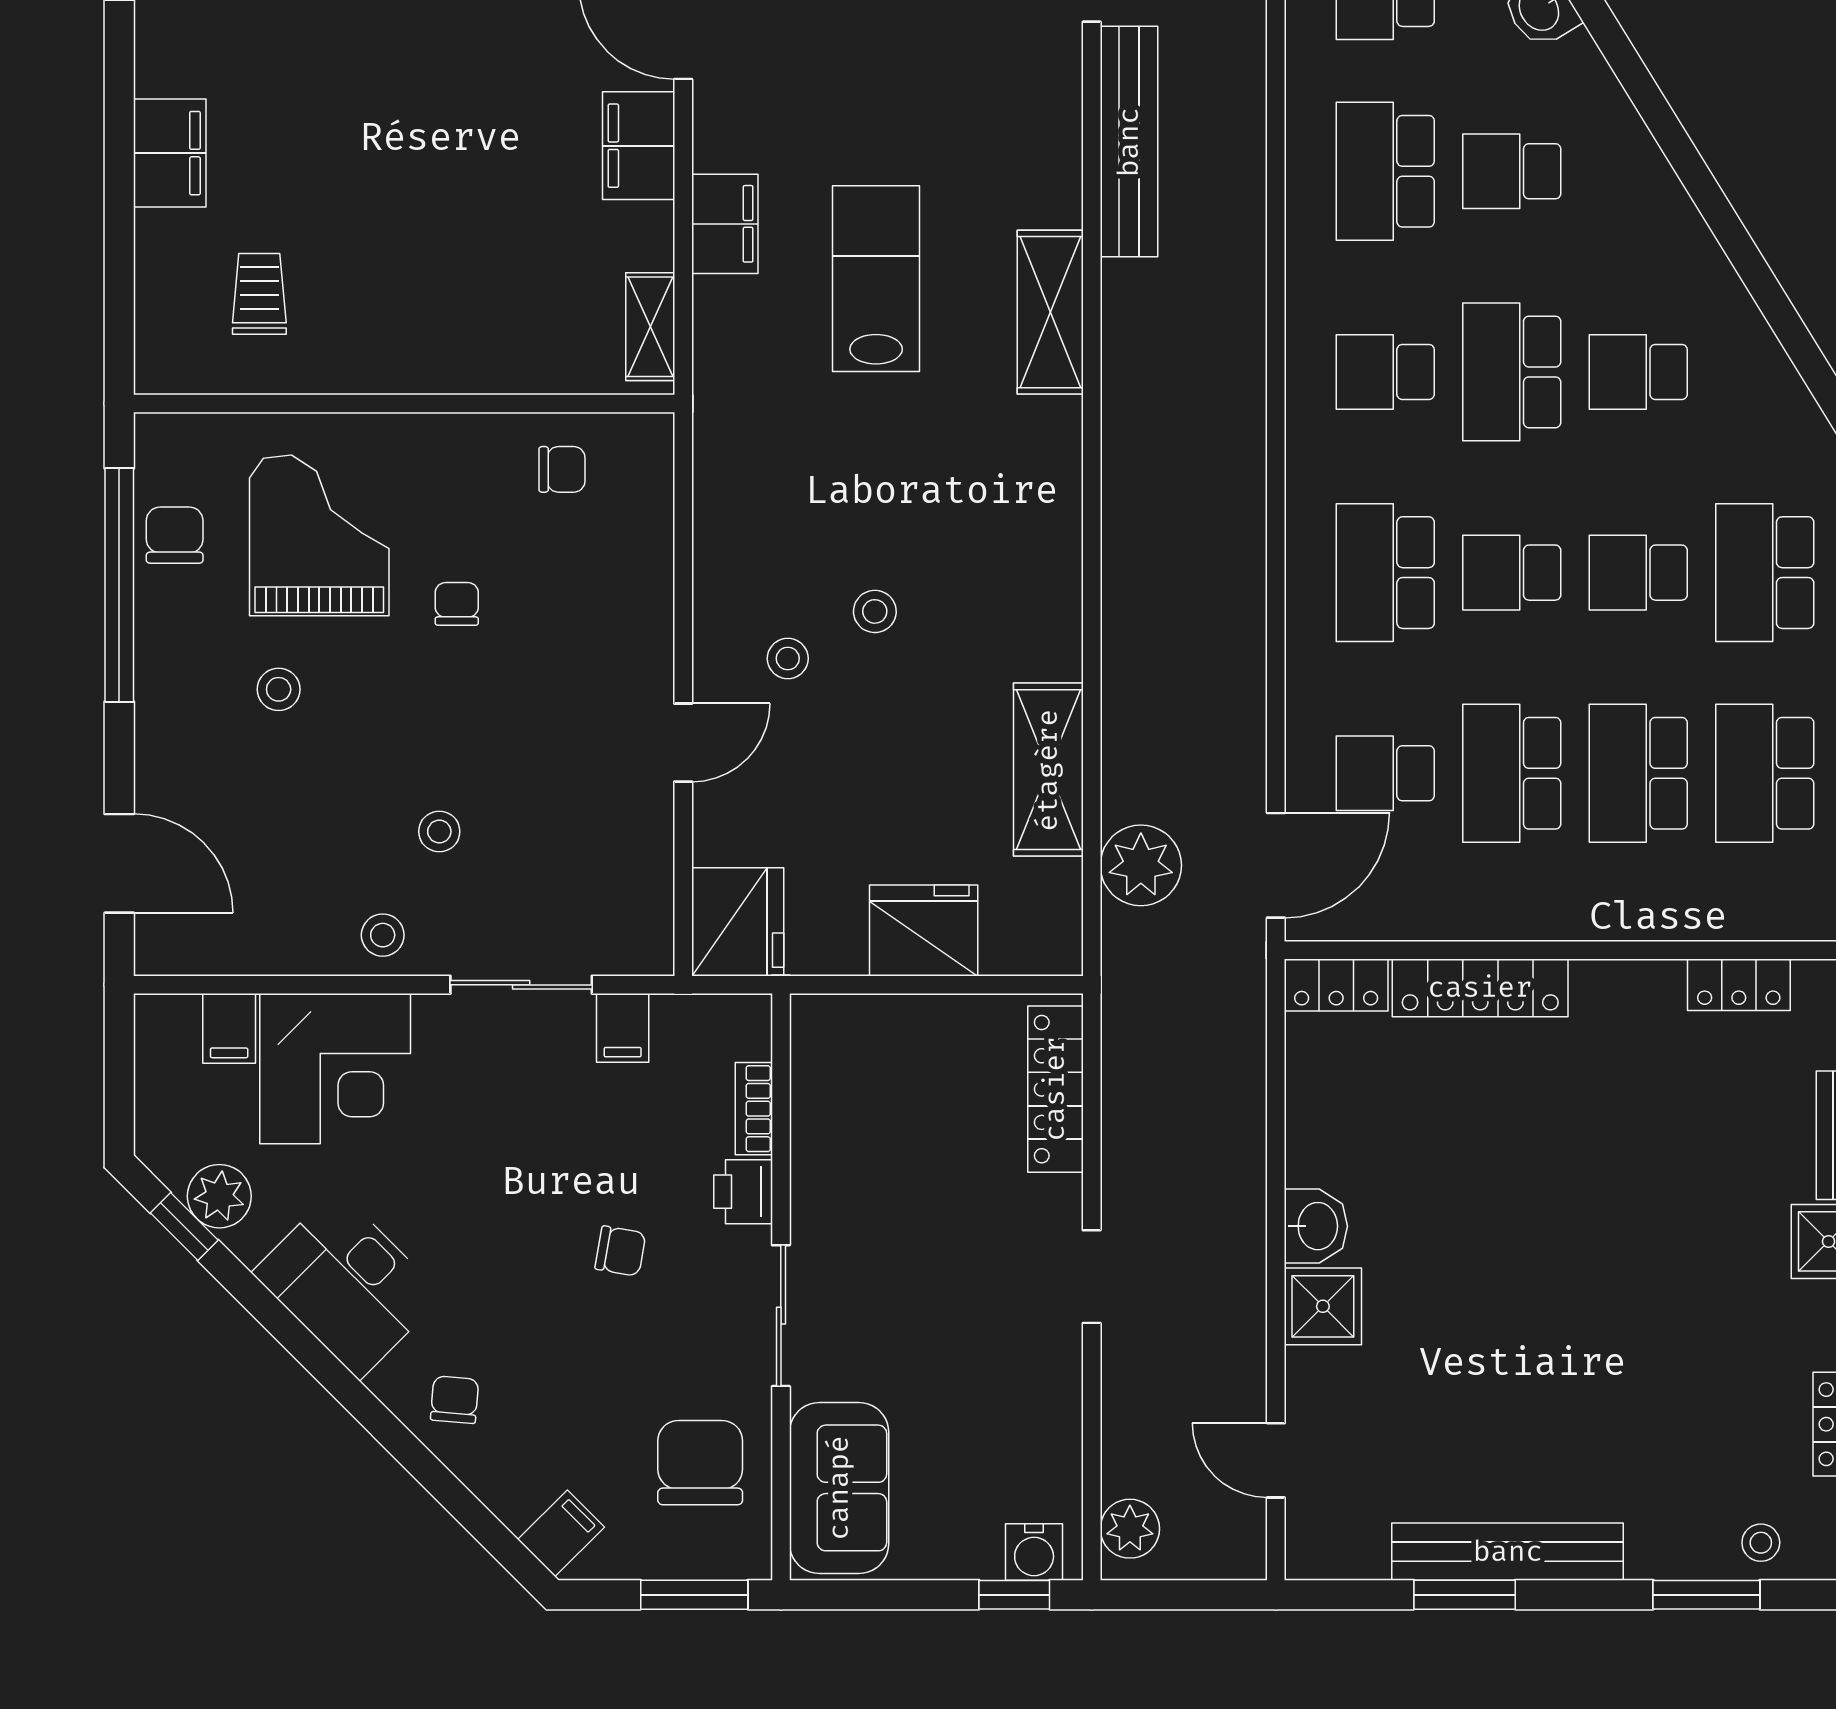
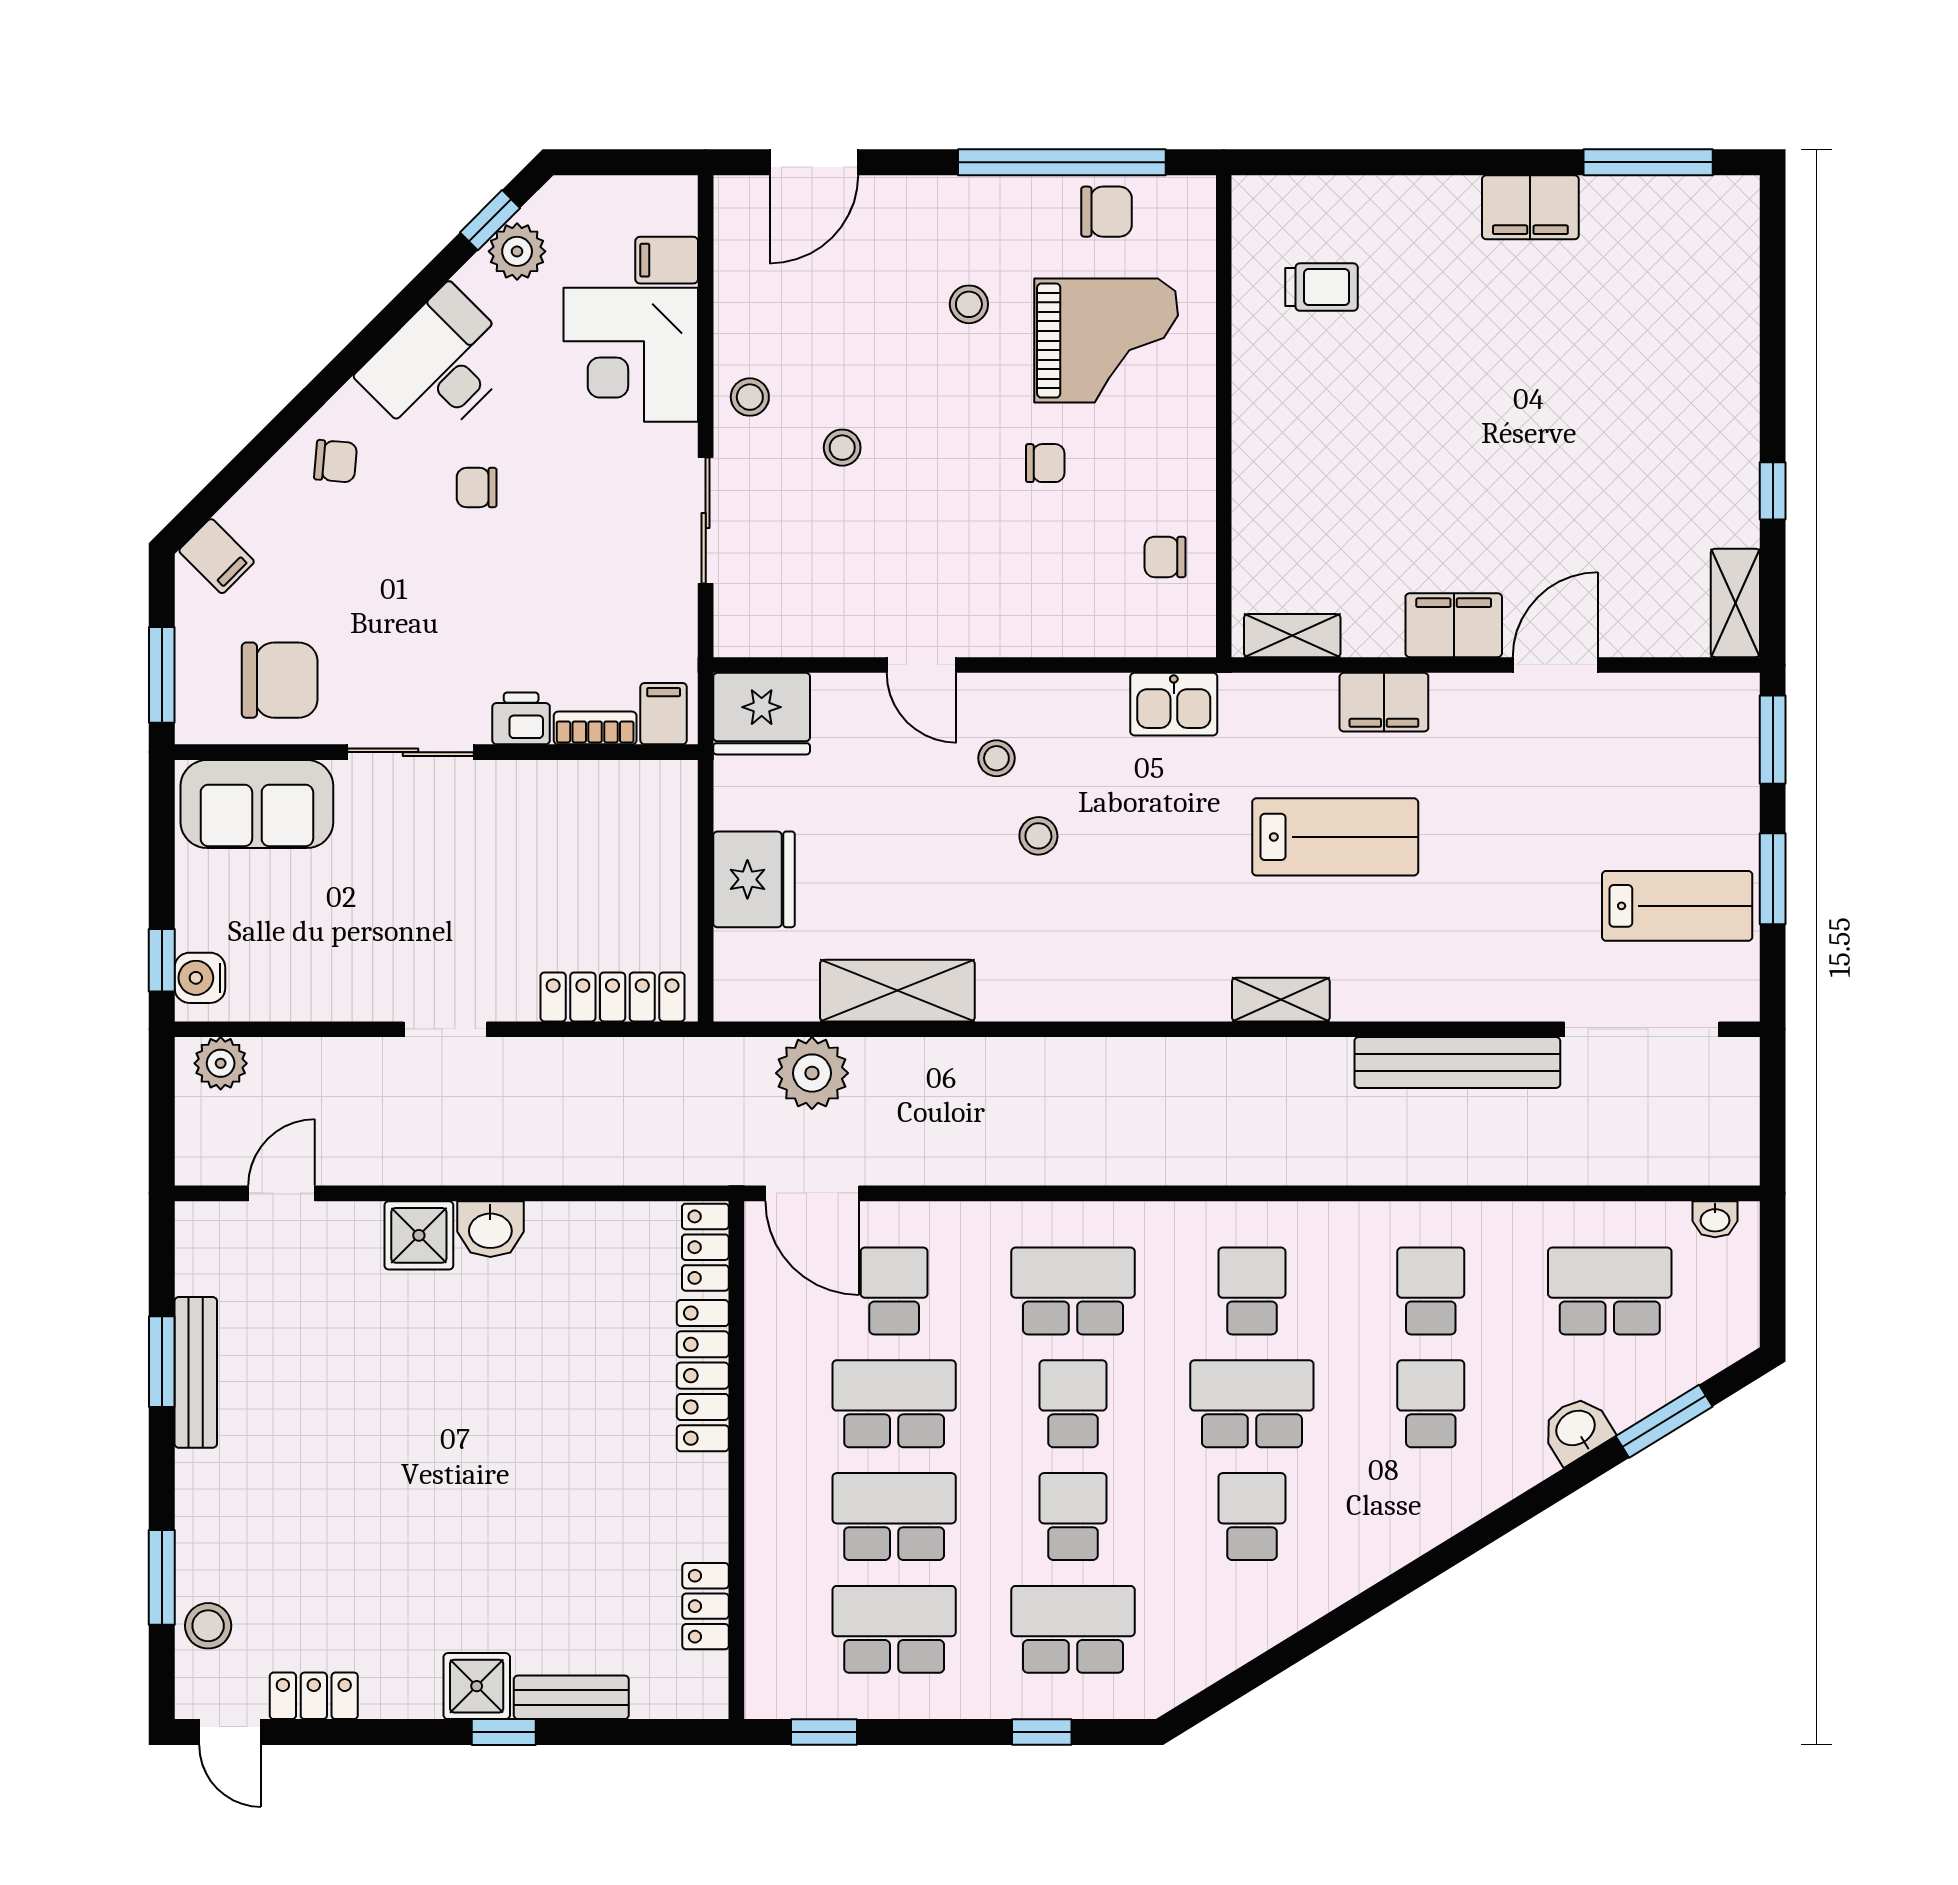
filing cabinet: (170, 153) -> (1530, 207), moved
school desk: (1385, 171) -> (1431, 1291), width x0.54
shelving: (1050, 312) -> (1281, 1000), width x0.67, depth x0.75
kitchen sink: (727, 460) -> (1174, 704), added
chair: (562, 469) -> (1165, 557), turned 90
filing cabinet: (623, 1028) -> (664, 714), moved, turned 90
chair: (620, 1251) -> (477, 488), moved, turned 80
stool: (1761, 1543) -> (208, 1626), width x1.37, depth x1.37
bench: (1508, 1552) -> (196, 1372), width x0.73, depth x0.82

